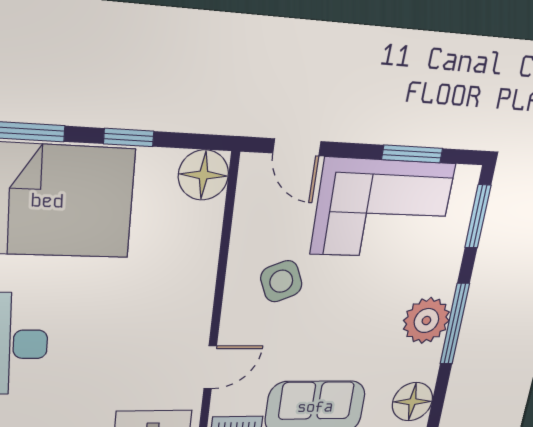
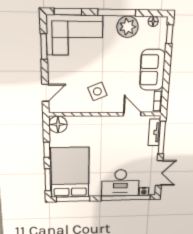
corner sofa: (383, 209) -> (75, 35), moved, turned 90
plant: (426, 321) -> (127, 27), moved
floor lamp: (412, 402) -> (153, 21), width x0.53, depth x0.53

